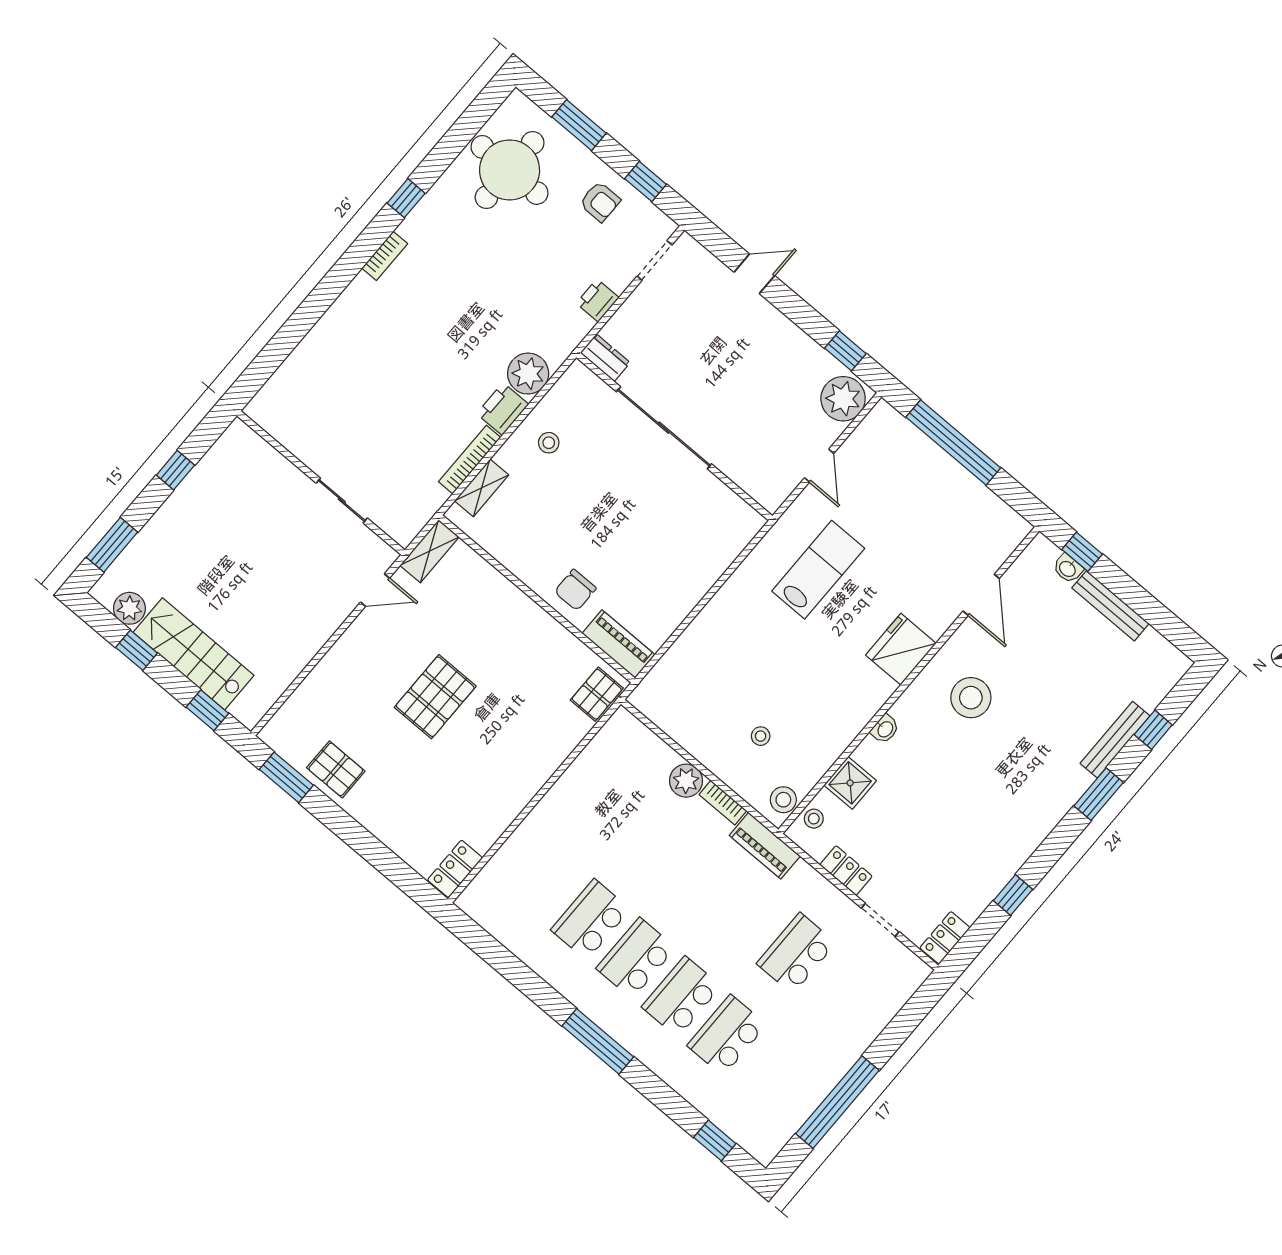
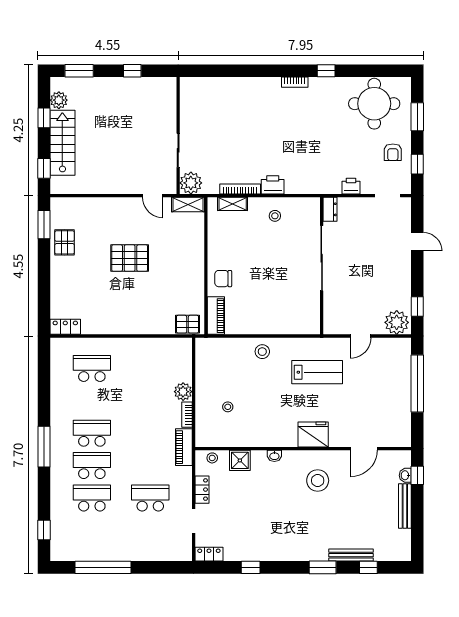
plant: (528, 374) -> (191, 183), moved
stool: (783, 800) -> (262, 352), moved
school desk: (590, 920) -> (92, 368), moved

